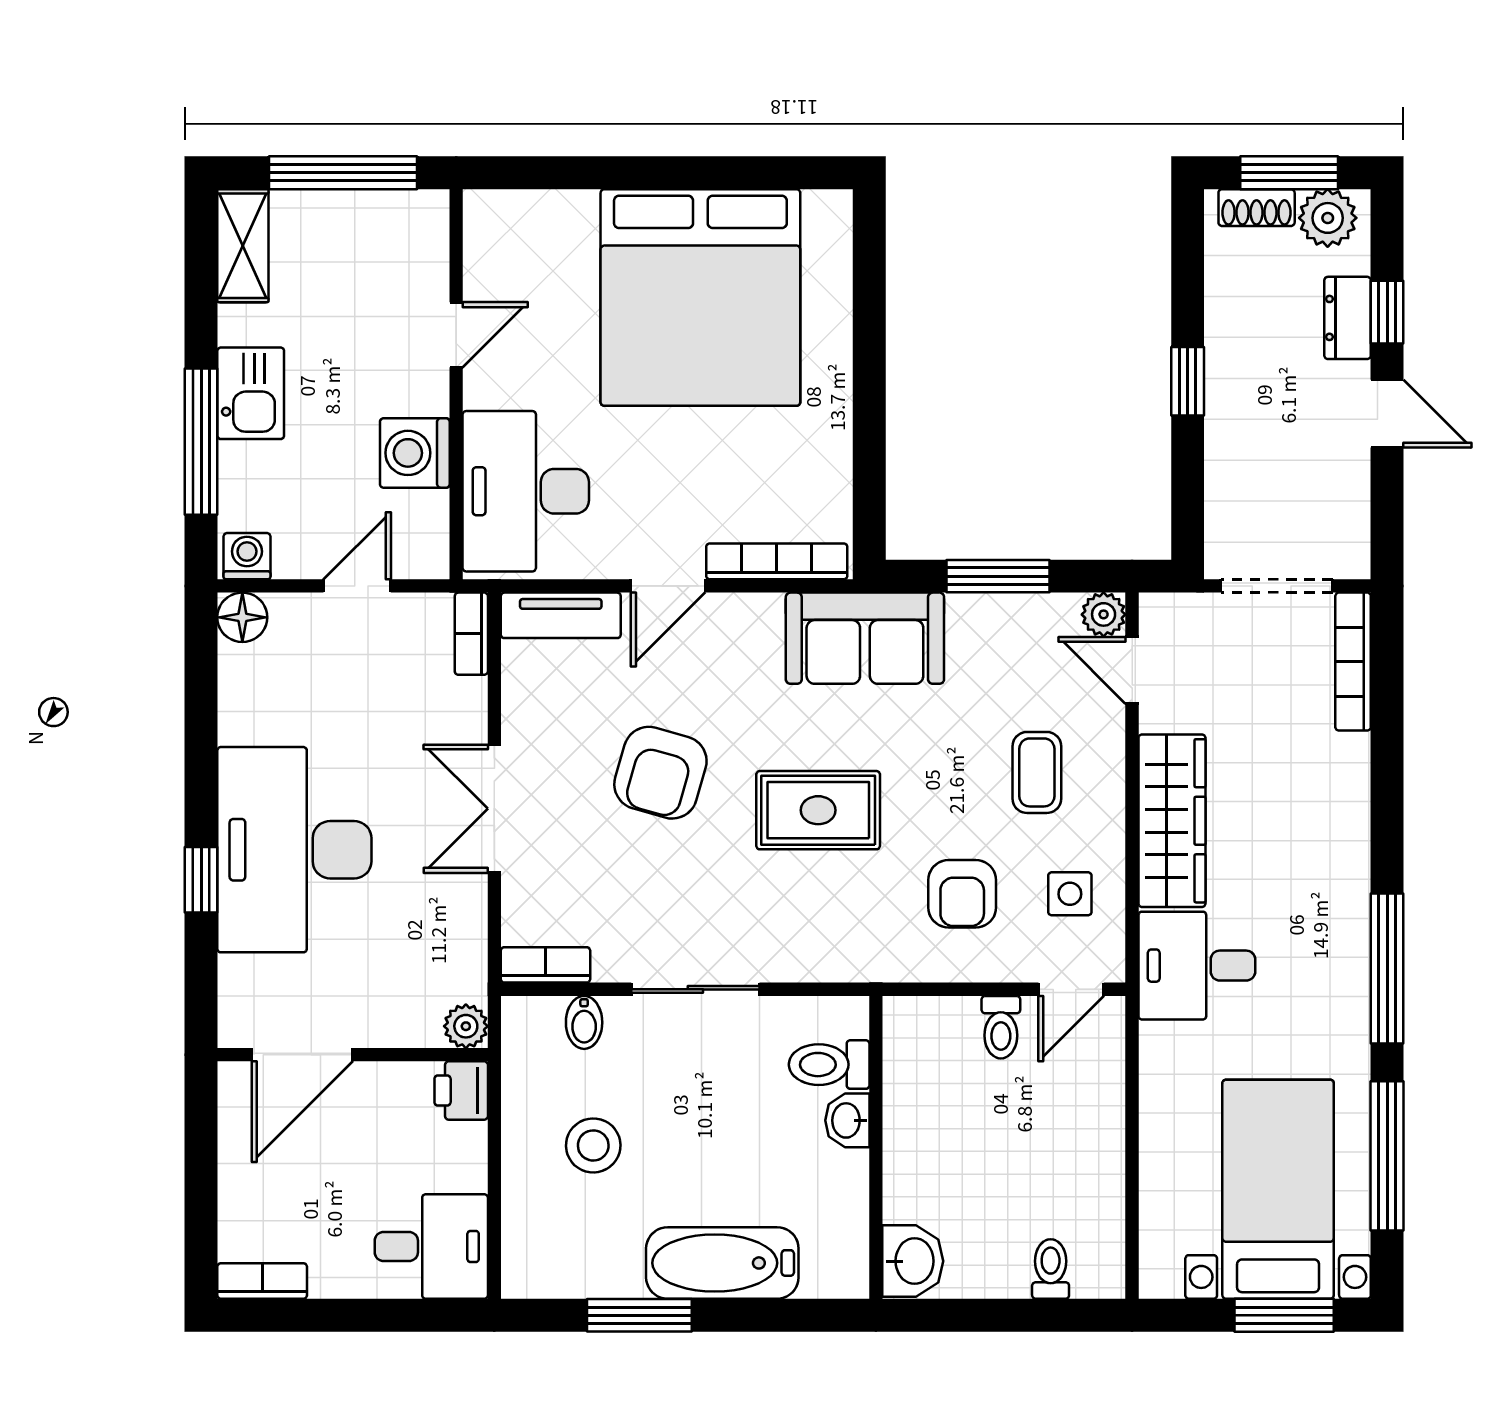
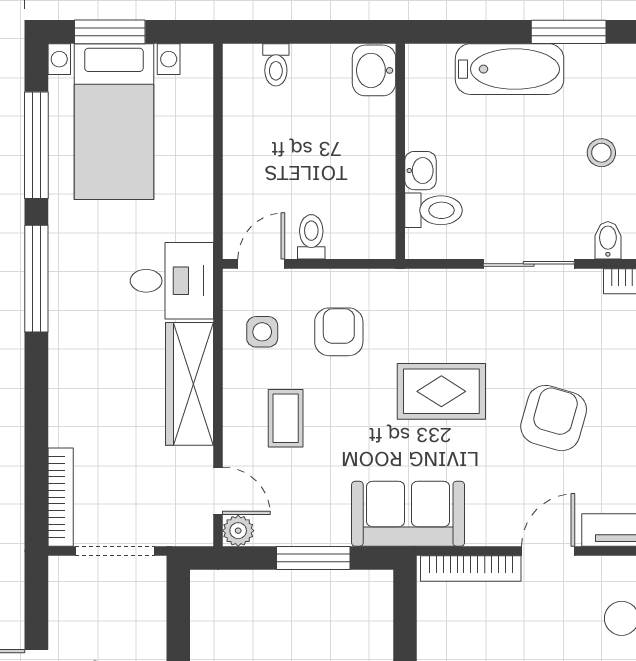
stool: (593, 1145) -> (601, 153), width x0.73, depth x0.73

